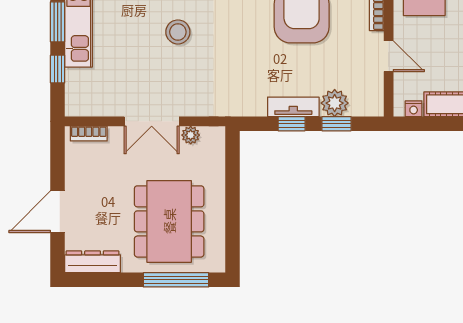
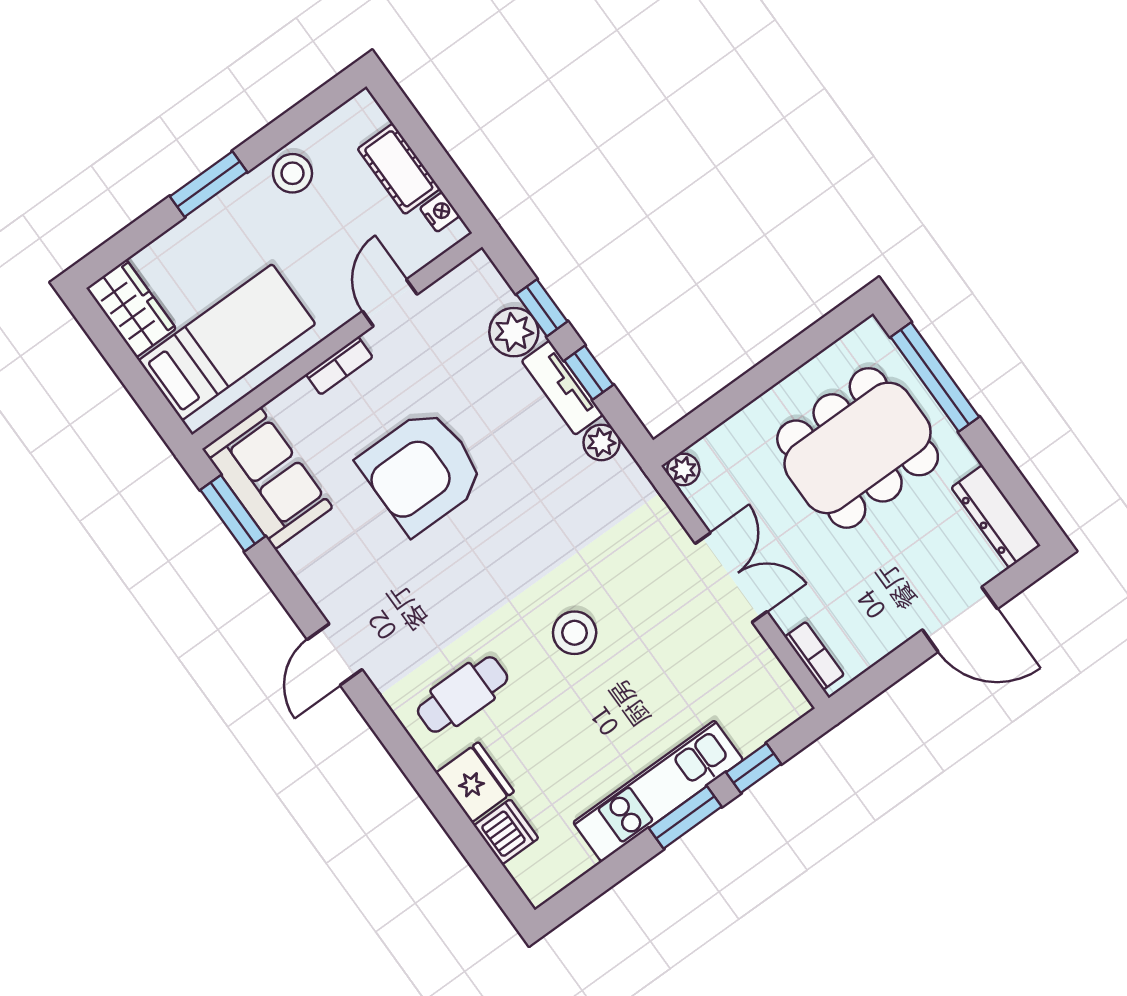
plant: (256, 107) -> (601, 442), added
plant: (191, 135) -> (683, 469), moved

